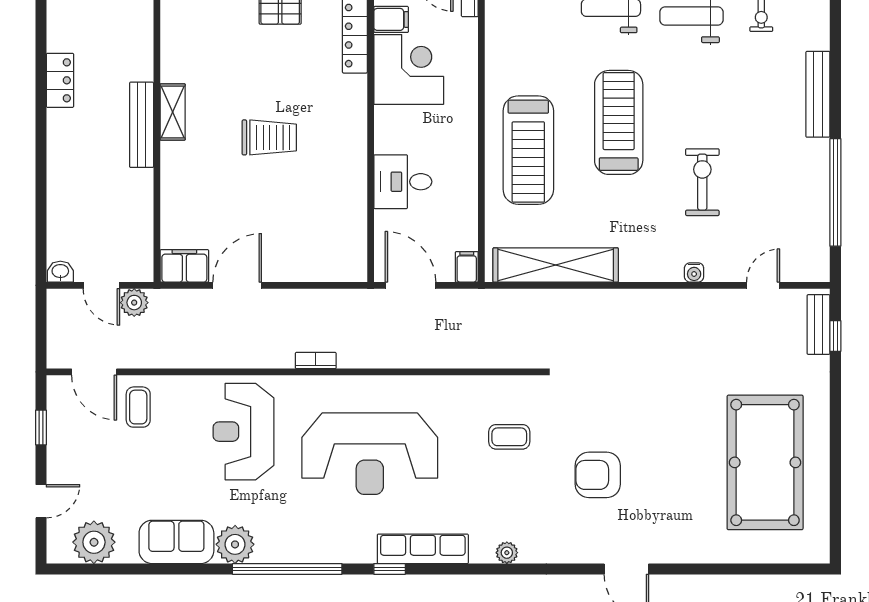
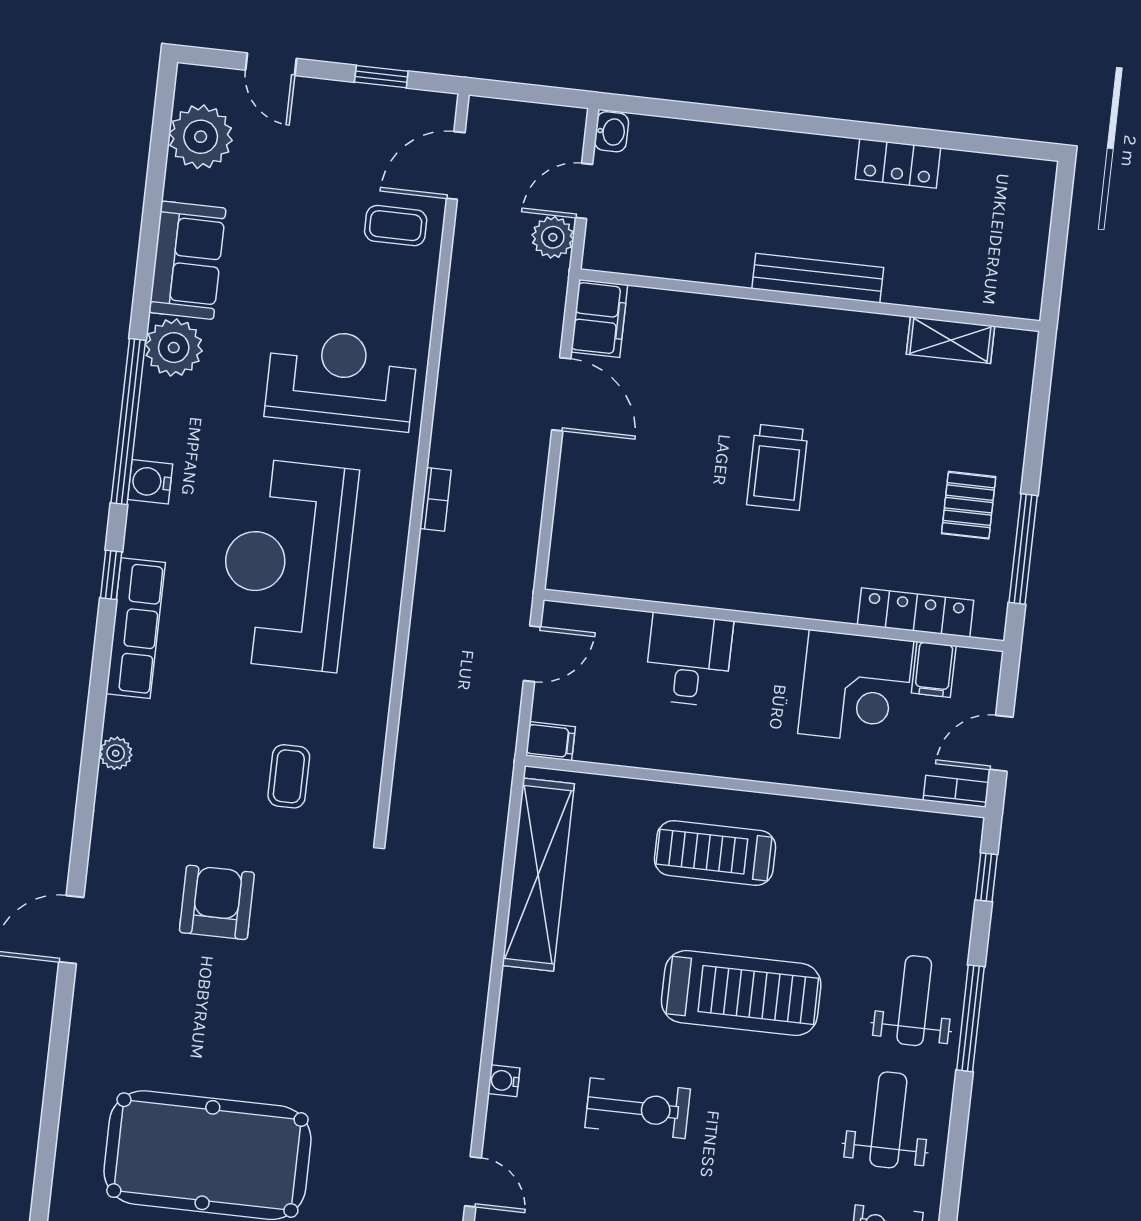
shelving: (173, 112) -> (950, 340), moved
treadmill: (528, 150) -> (715, 853), width x0.73, depth x0.73
door: (410, 285) -> (532, 654), width x0.73
water cooler: (325, 550) -> (150, 482), added

